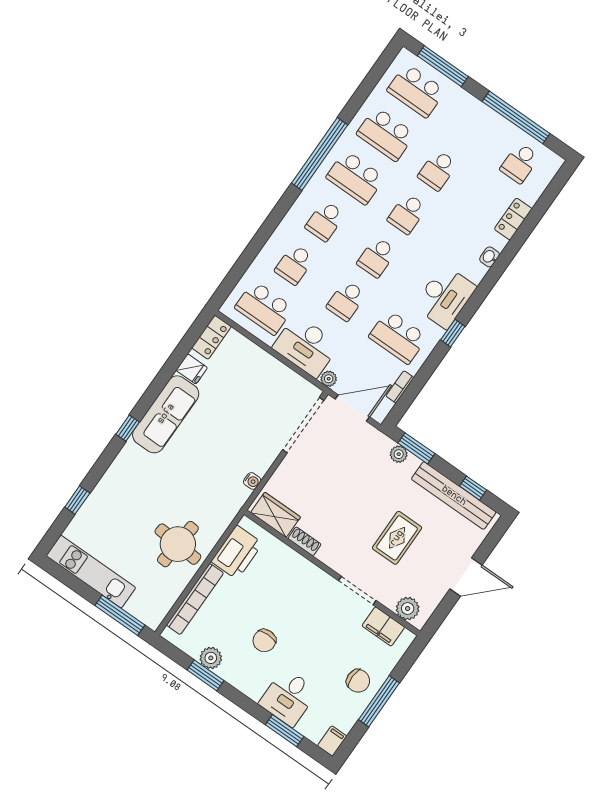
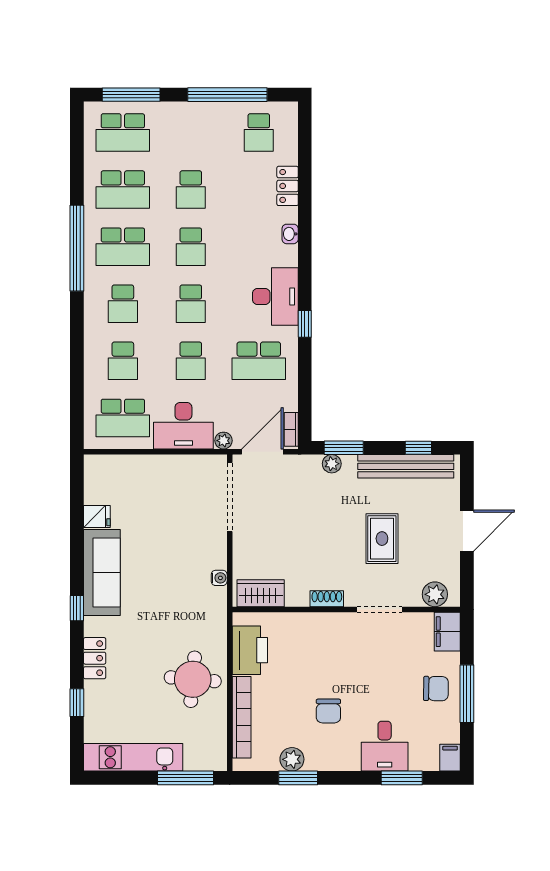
locker: (211, 337) -> (95, 658), moved
bookcase: (400, 387) -> (291, 429), moved
shoe rack: (304, 541) -> (327, 599), moved
filing cabinet: (383, 626) -> (447, 632), moved, turned 90

